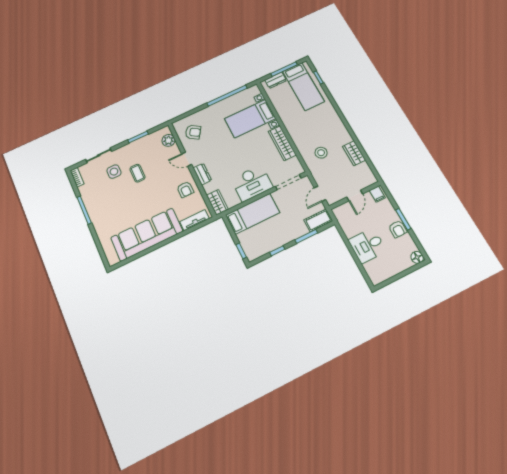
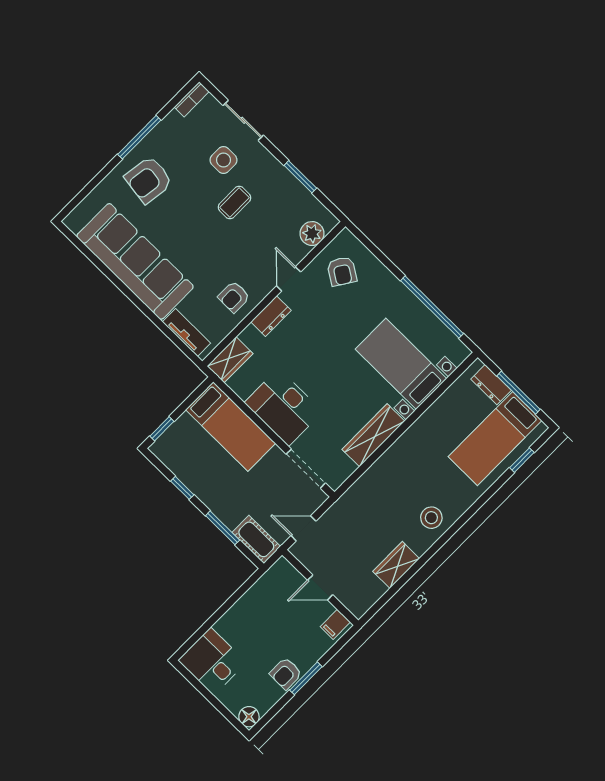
stool: (321, 153) -> (431, 518), moved
armchair: (108, 213) -> (149, 180), added
desk: (367, 246) -> (212, 661), moved

